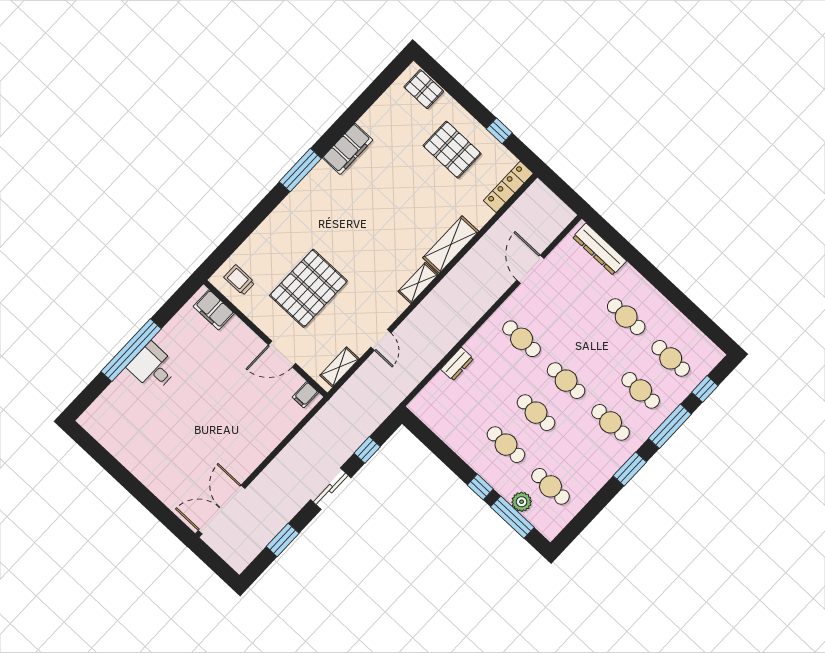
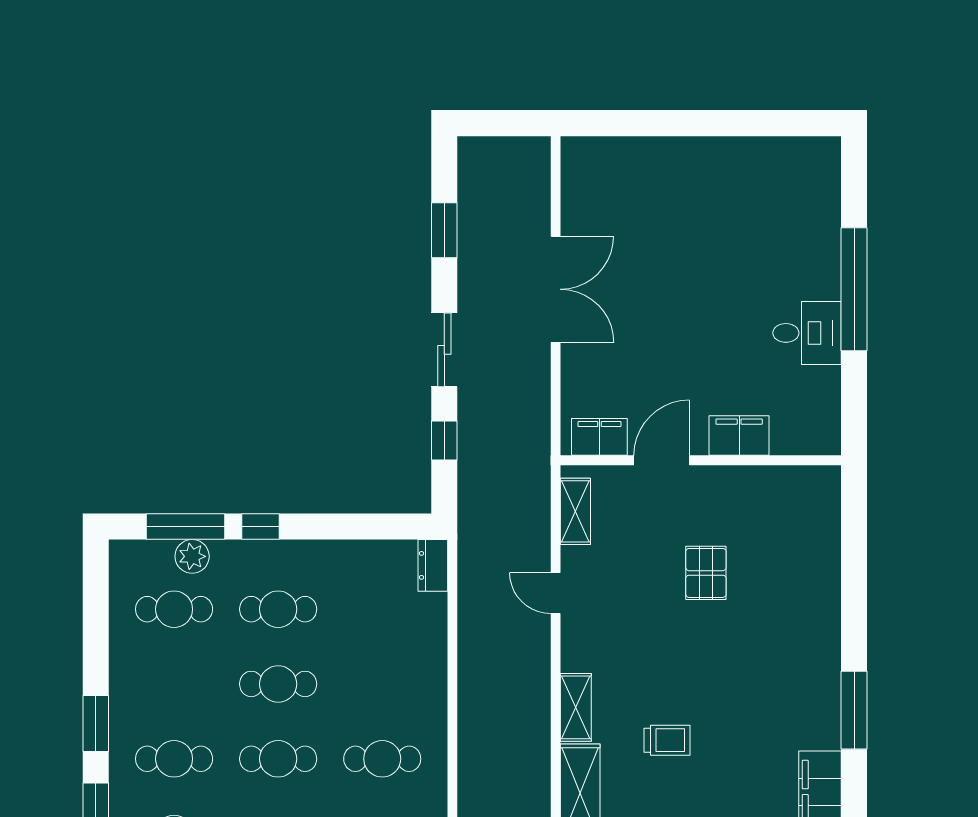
trolley: (239, 280) -> (667, 740), moved
pallet: (308, 288) -> (706, 573), width x0.49, depth x0.50
filing cabinet: (214, 310) -> (739, 436), moved
dresser: (457, 364) -> (433, 565), moved
desk: (153, 367) -> (807, 333), moved
filing cabinet: (305, 395) -> (599, 437), width x2.00
double door: (222, 509) -> (556, 289), moved

